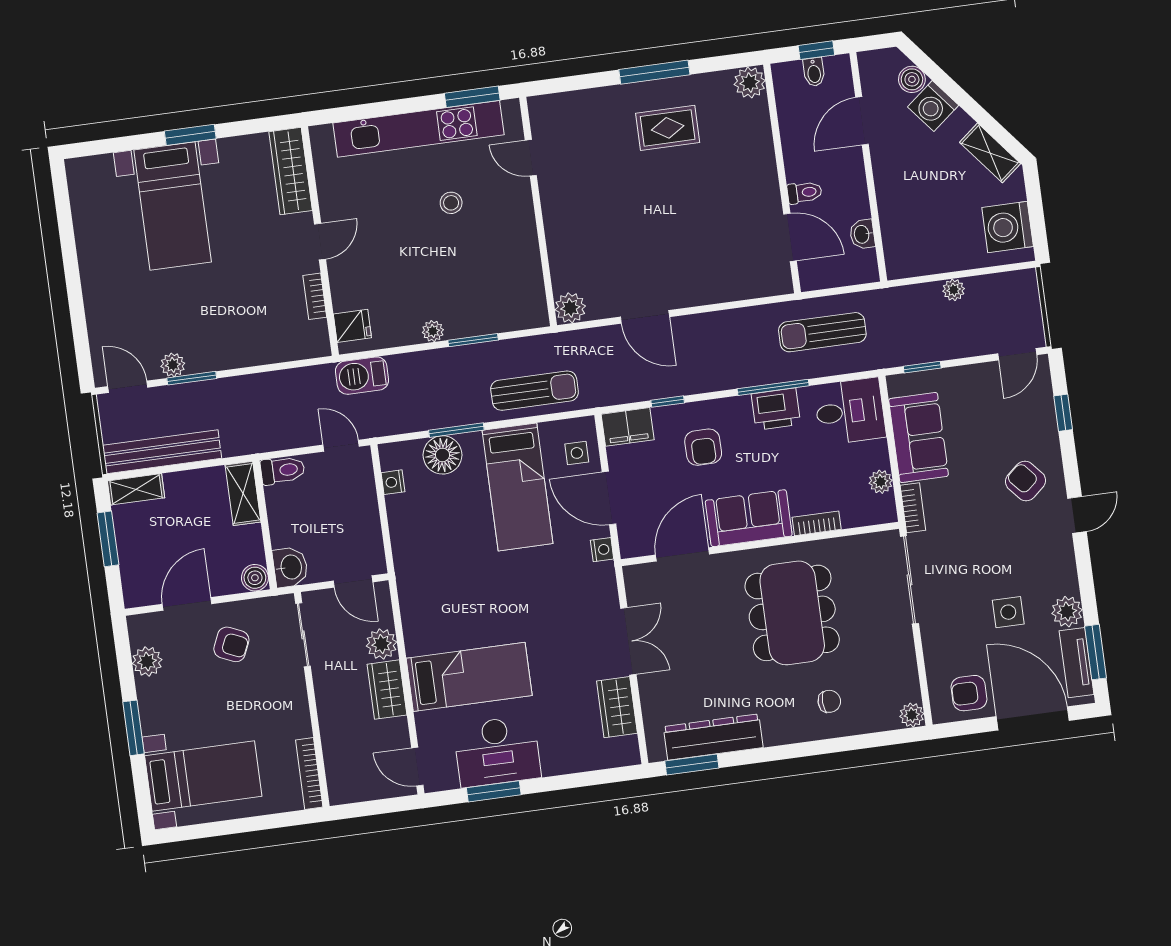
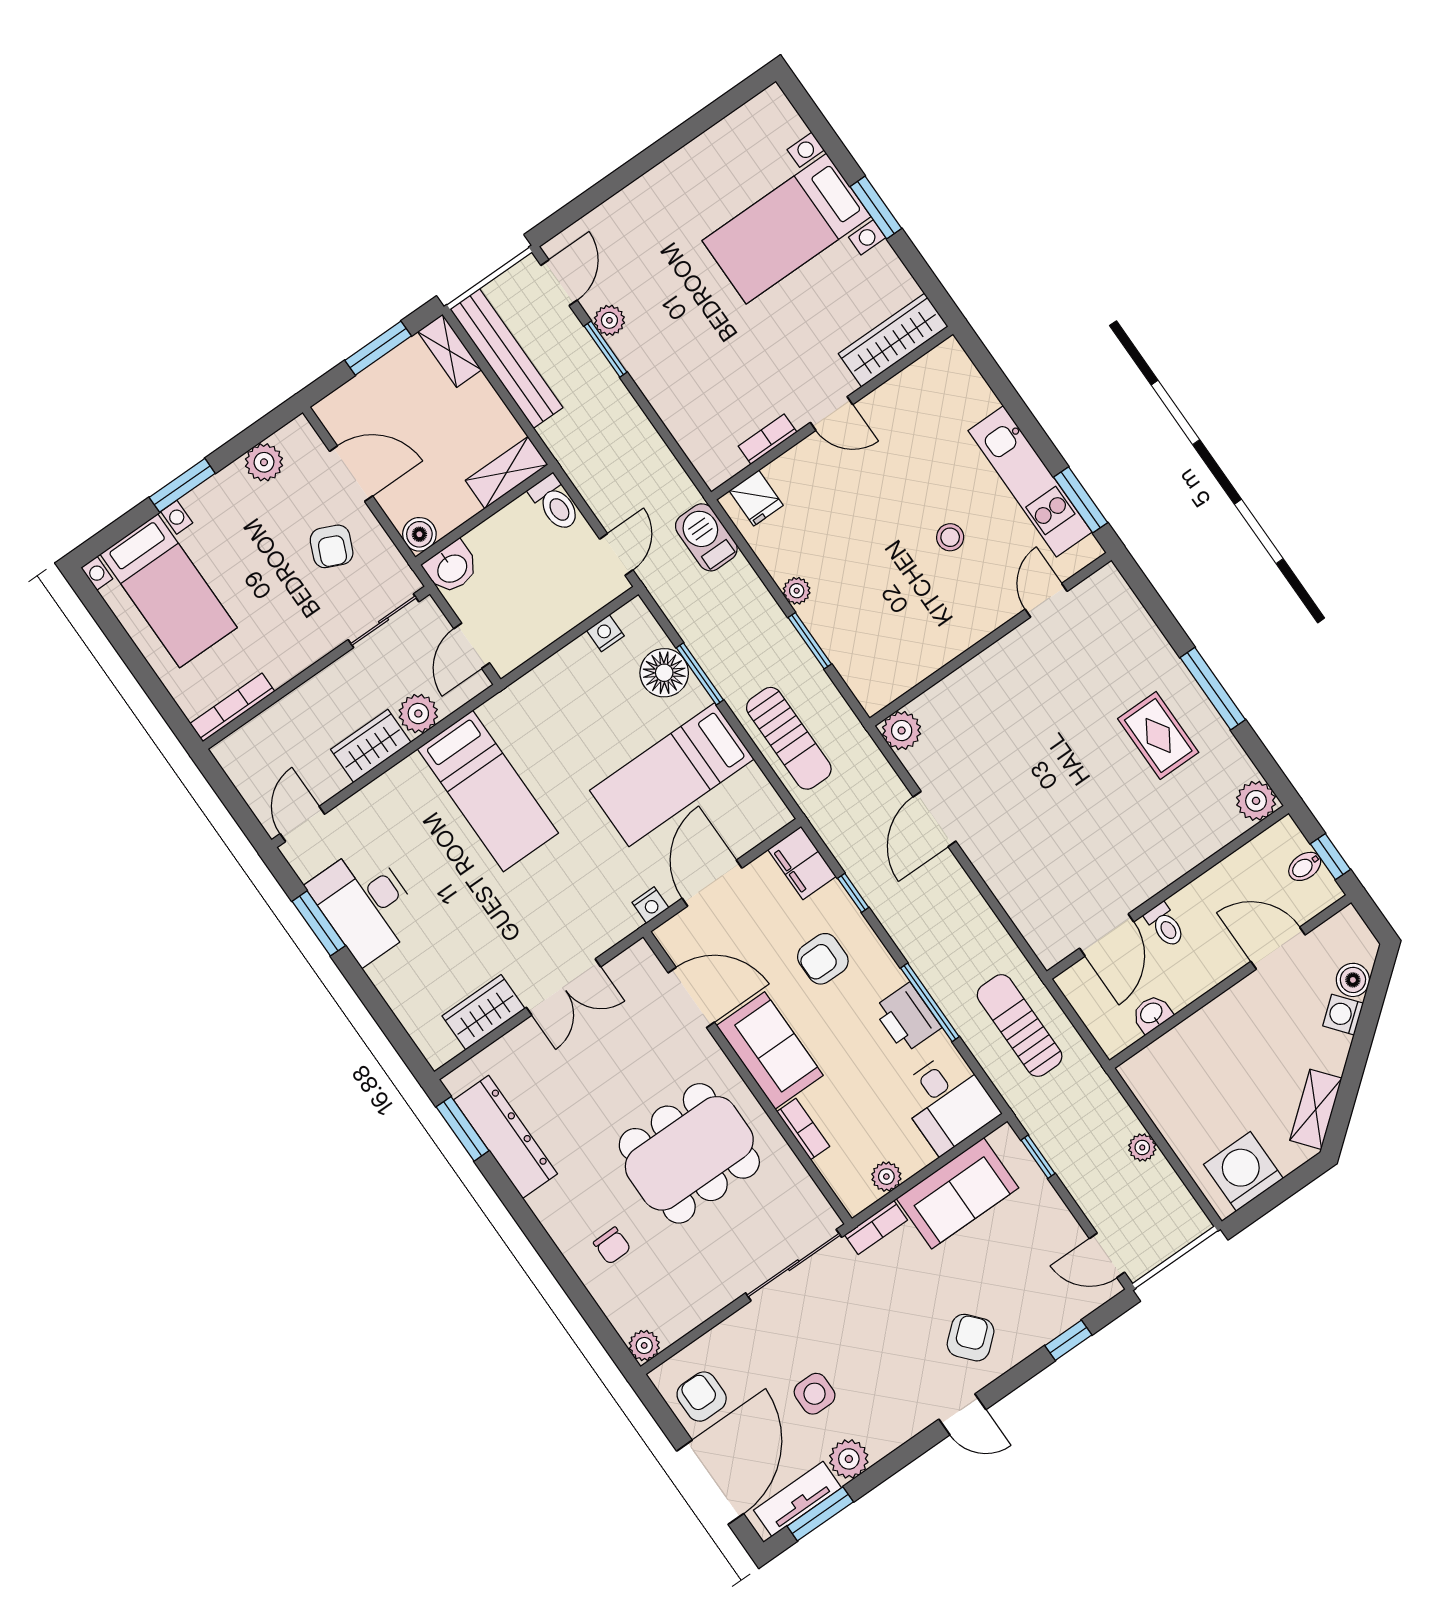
washing machine: (933, 106) -> (1343, 1015), width x0.73, depth x0.73
kitchen unit: (418, 129) -> (1030, 481), width x0.73
side table: (577, 453) -> (744, 821), removed
bed: (469, 677) -> (488, 791), moved

